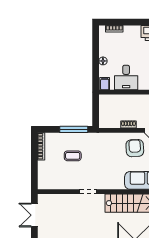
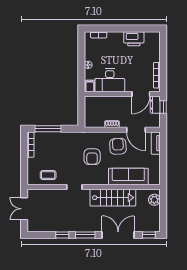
desk: (126, 77) -> (110, 80), width x1.37
window: (74, 129) -> (48, 129), moved
coffee table: (73, 156) -> (48, 175), moved
armchair: (107, 159) -> (92, 157), added

